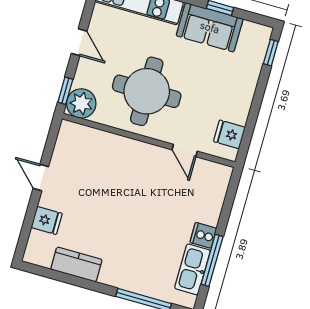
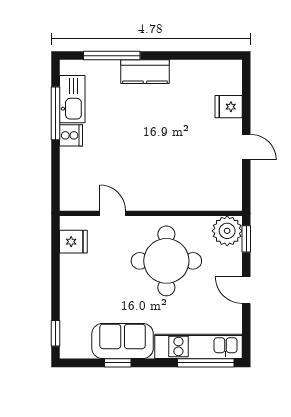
kitchen counter: (76, 264) -> (145, 72), moved

